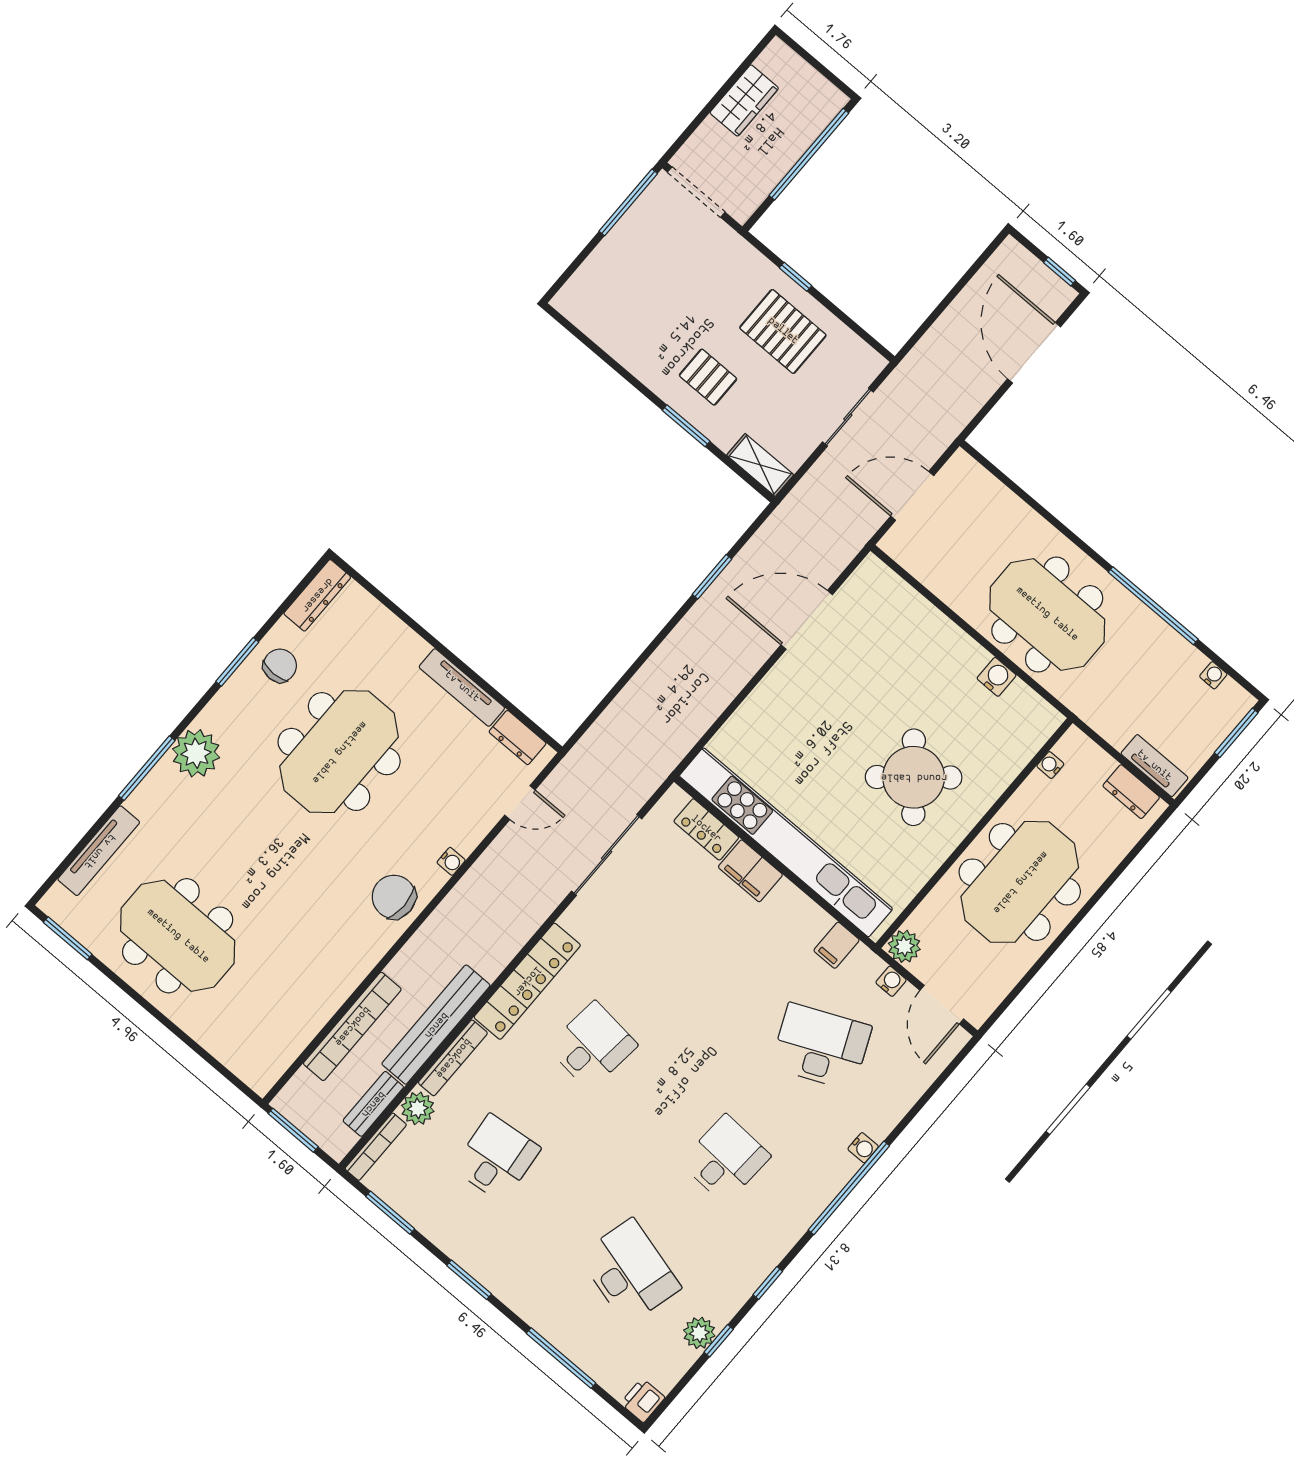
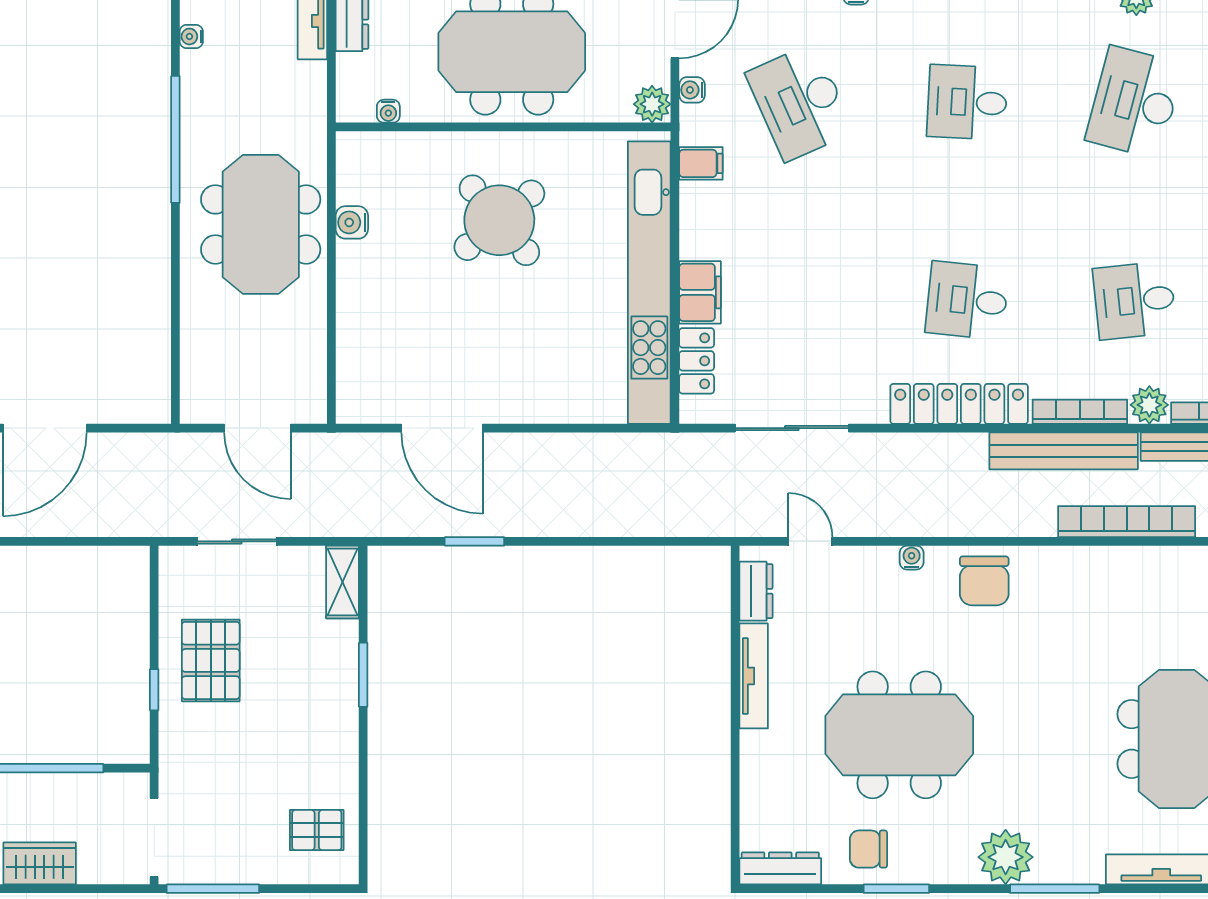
pallet: (708, 377) -> (317, 830), moved, turned 90

